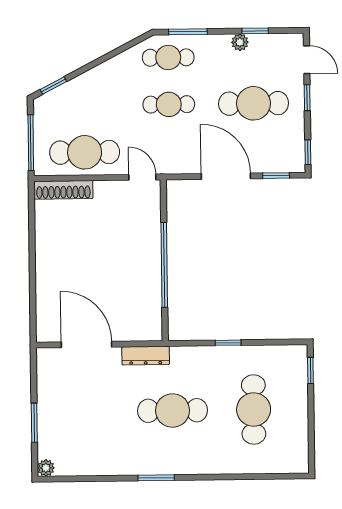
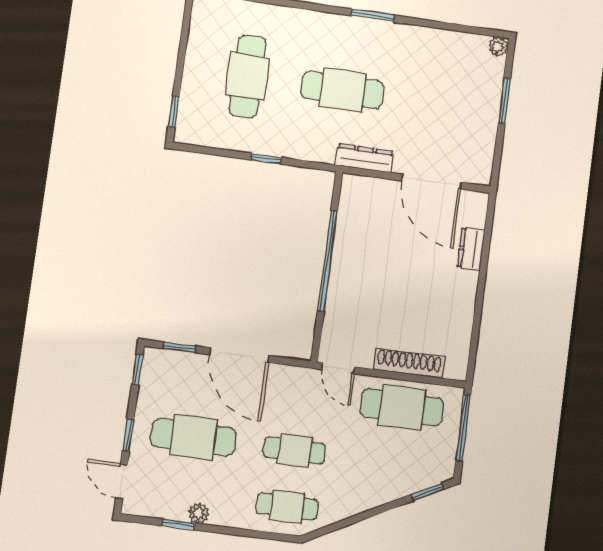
window: (188, 32) -> (259, 534), removed
shoe rack: (63, 190) -> (409, 363), moved
dresser: (45, 293) -> (471, 249), added

